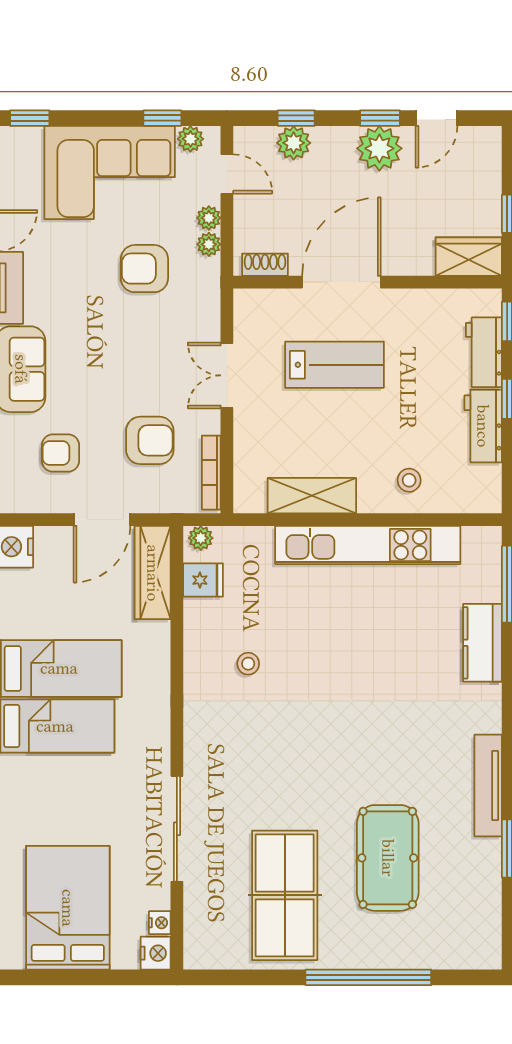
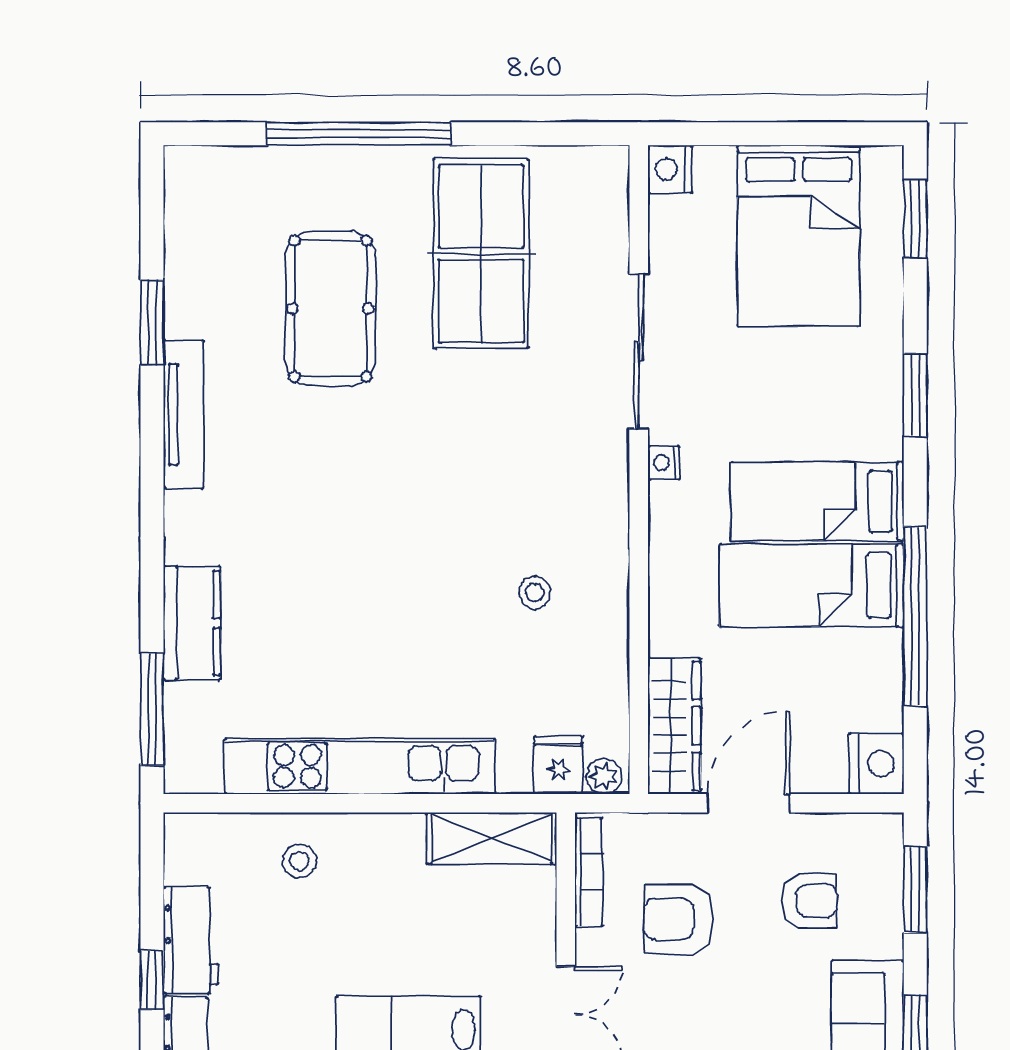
shelving: (312, 496) -> (492, 838), moved
fridge: (203, 580) -> (558, 765), moved, turned 90
nightstand: (160, 923) -> (664, 463), moved

